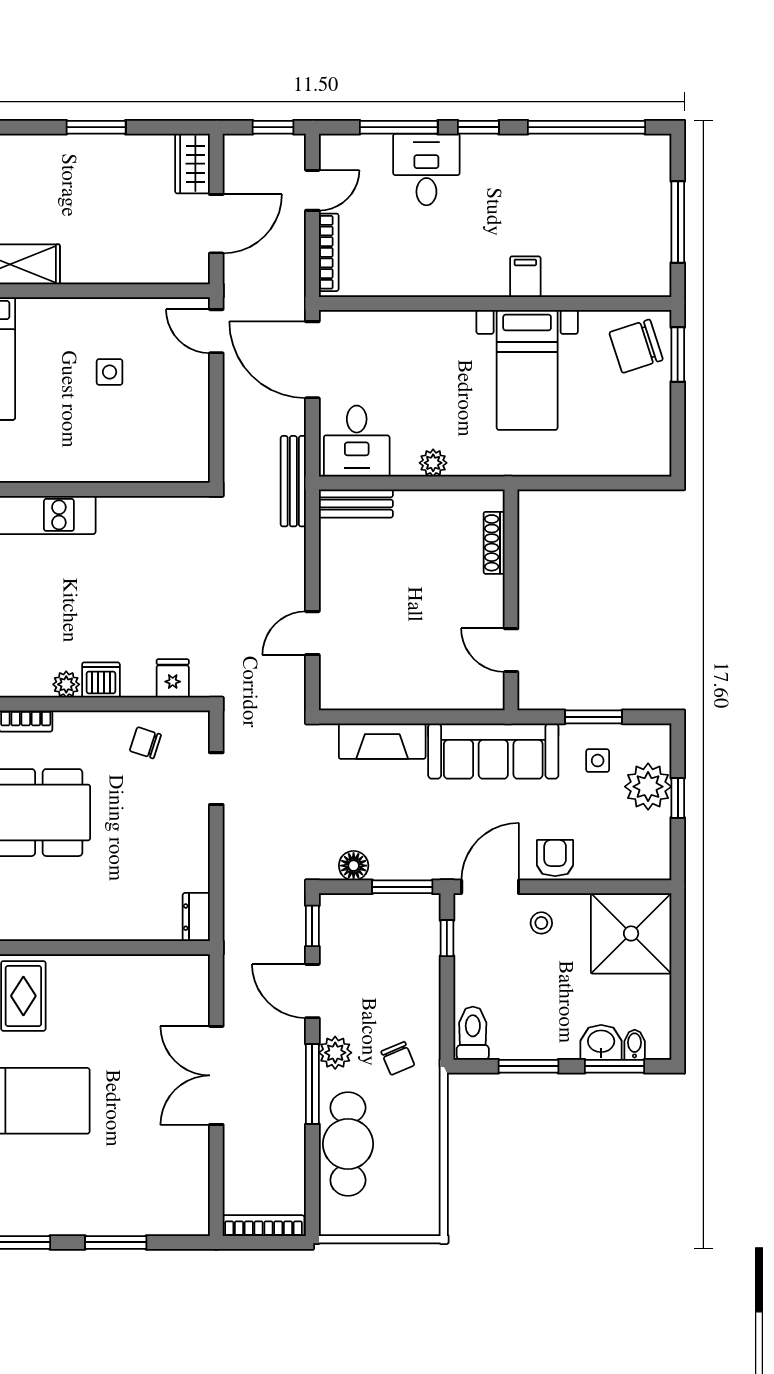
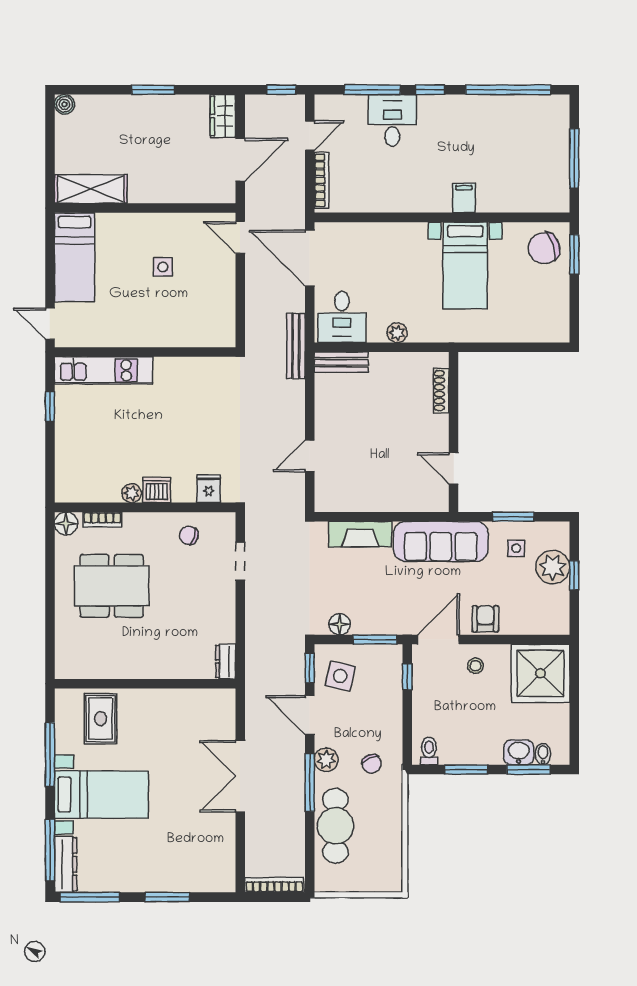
side table: (355, 937) -> (340, 676), added
toilet: (473, 1033) -> (429, 751), width x0.73, depth x0.72

